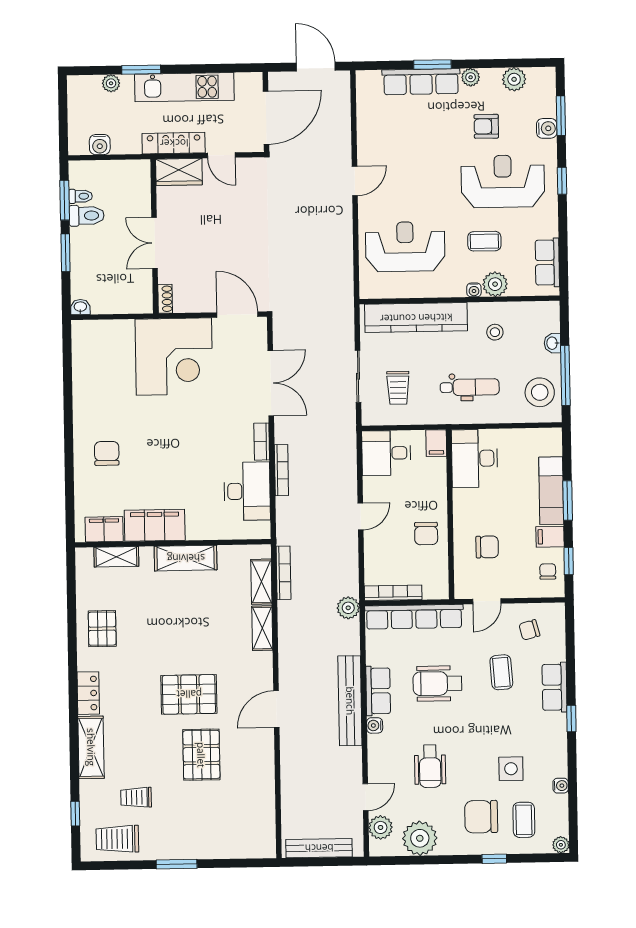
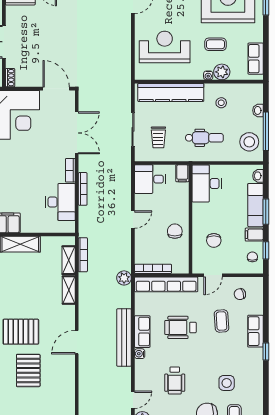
washbasin: (554, 445) -> (258, 176), added
chair: (426, 534) -> (175, 231), turned 180
chair: (487, 547) -> (214, 240), turned 90
water cooler: (561, 786) -> (258, 394), removed

